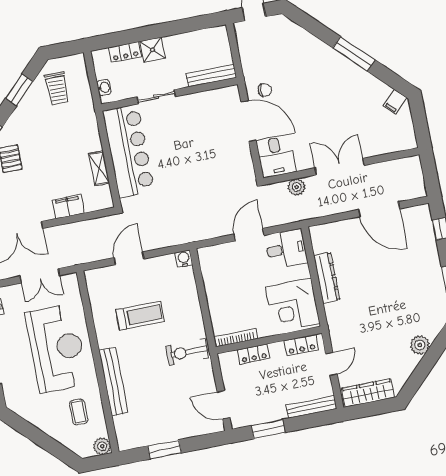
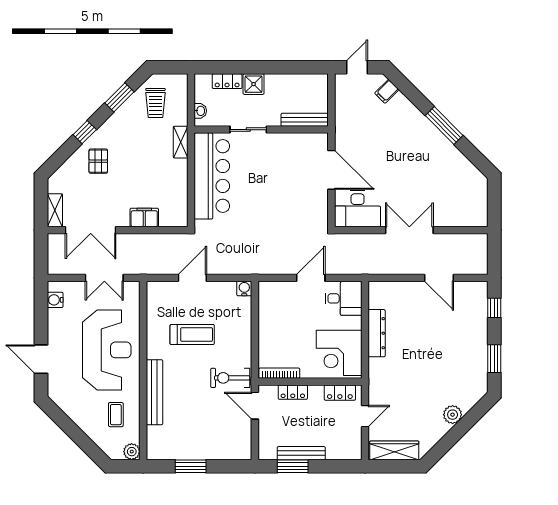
chair: (265, 90) -> (353, 143), removed
filing cabinet: (395, 102) -> (387, 91), moved
desk: (276, 157) -> (358, 209), width x1.37
shelving: (99, 168) -> (181, 142), moved
plant: (297, 187) -> (365, 241), removed
door: (379, 209) -> (439, 278), width x0.73
door: (224, 405) -> (255, 406), moved
bench: (311, 407) -> (301, 453), moved

